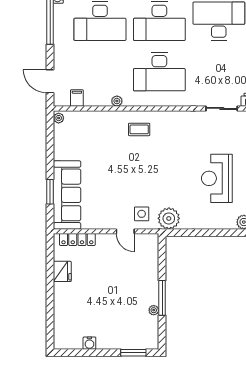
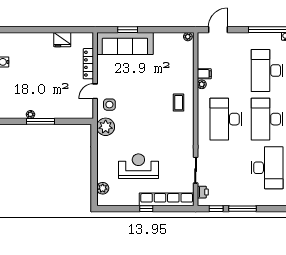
filing cabinet: (77, 98) -> (204, 74), moved
locker: (77, 239) -> (88, 64), moved

